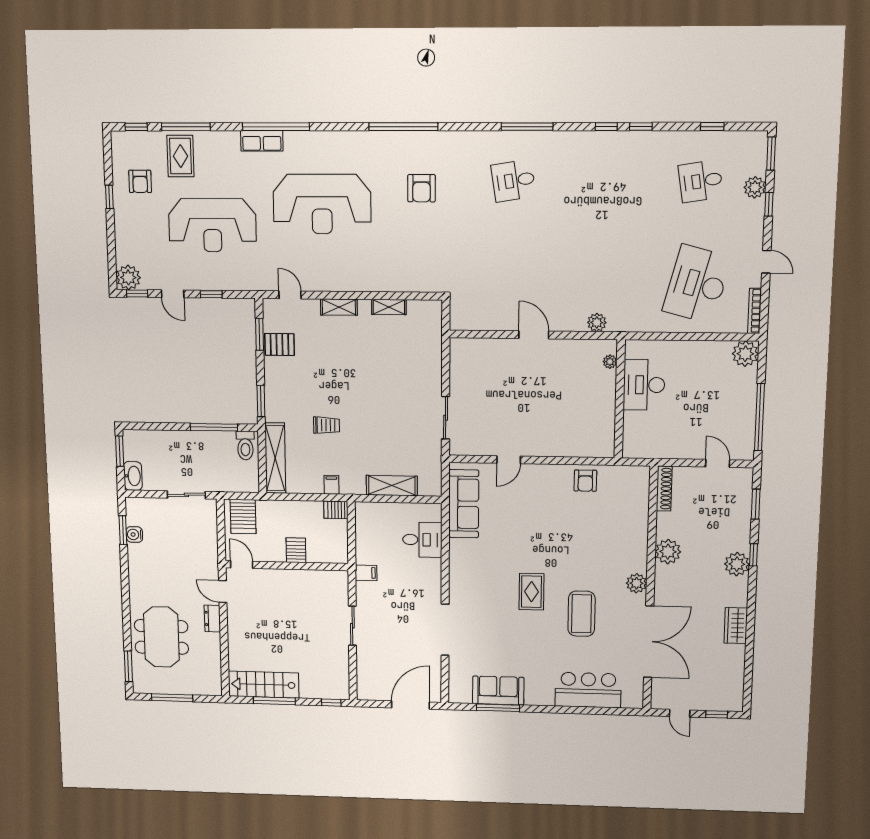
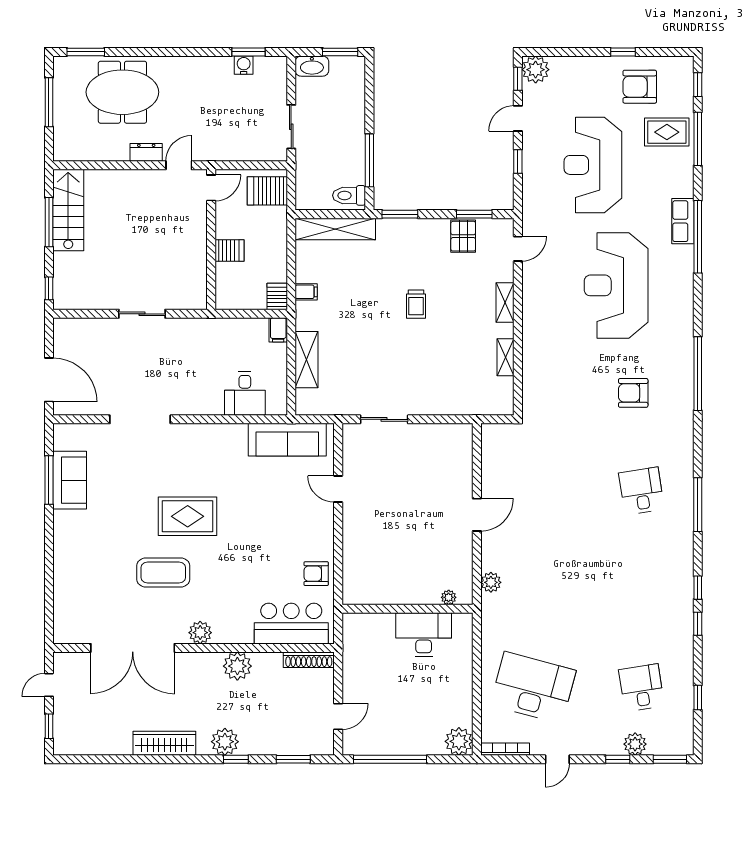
armchair: (140, 181) -> (640, 87), width x1.38, depth x1.38
trolley: (326, 425) -> (416, 304), moved
filing cabinet: (366, 573) -> (278, 330), moved
rug: (532, 592) -> (188, 516), width x1.36, depth x1.43
wardrobe: (736, 626) -> (164, 743), width x1.50
bar counter: (588, 690) -> (291, 624), moved, turned -90

